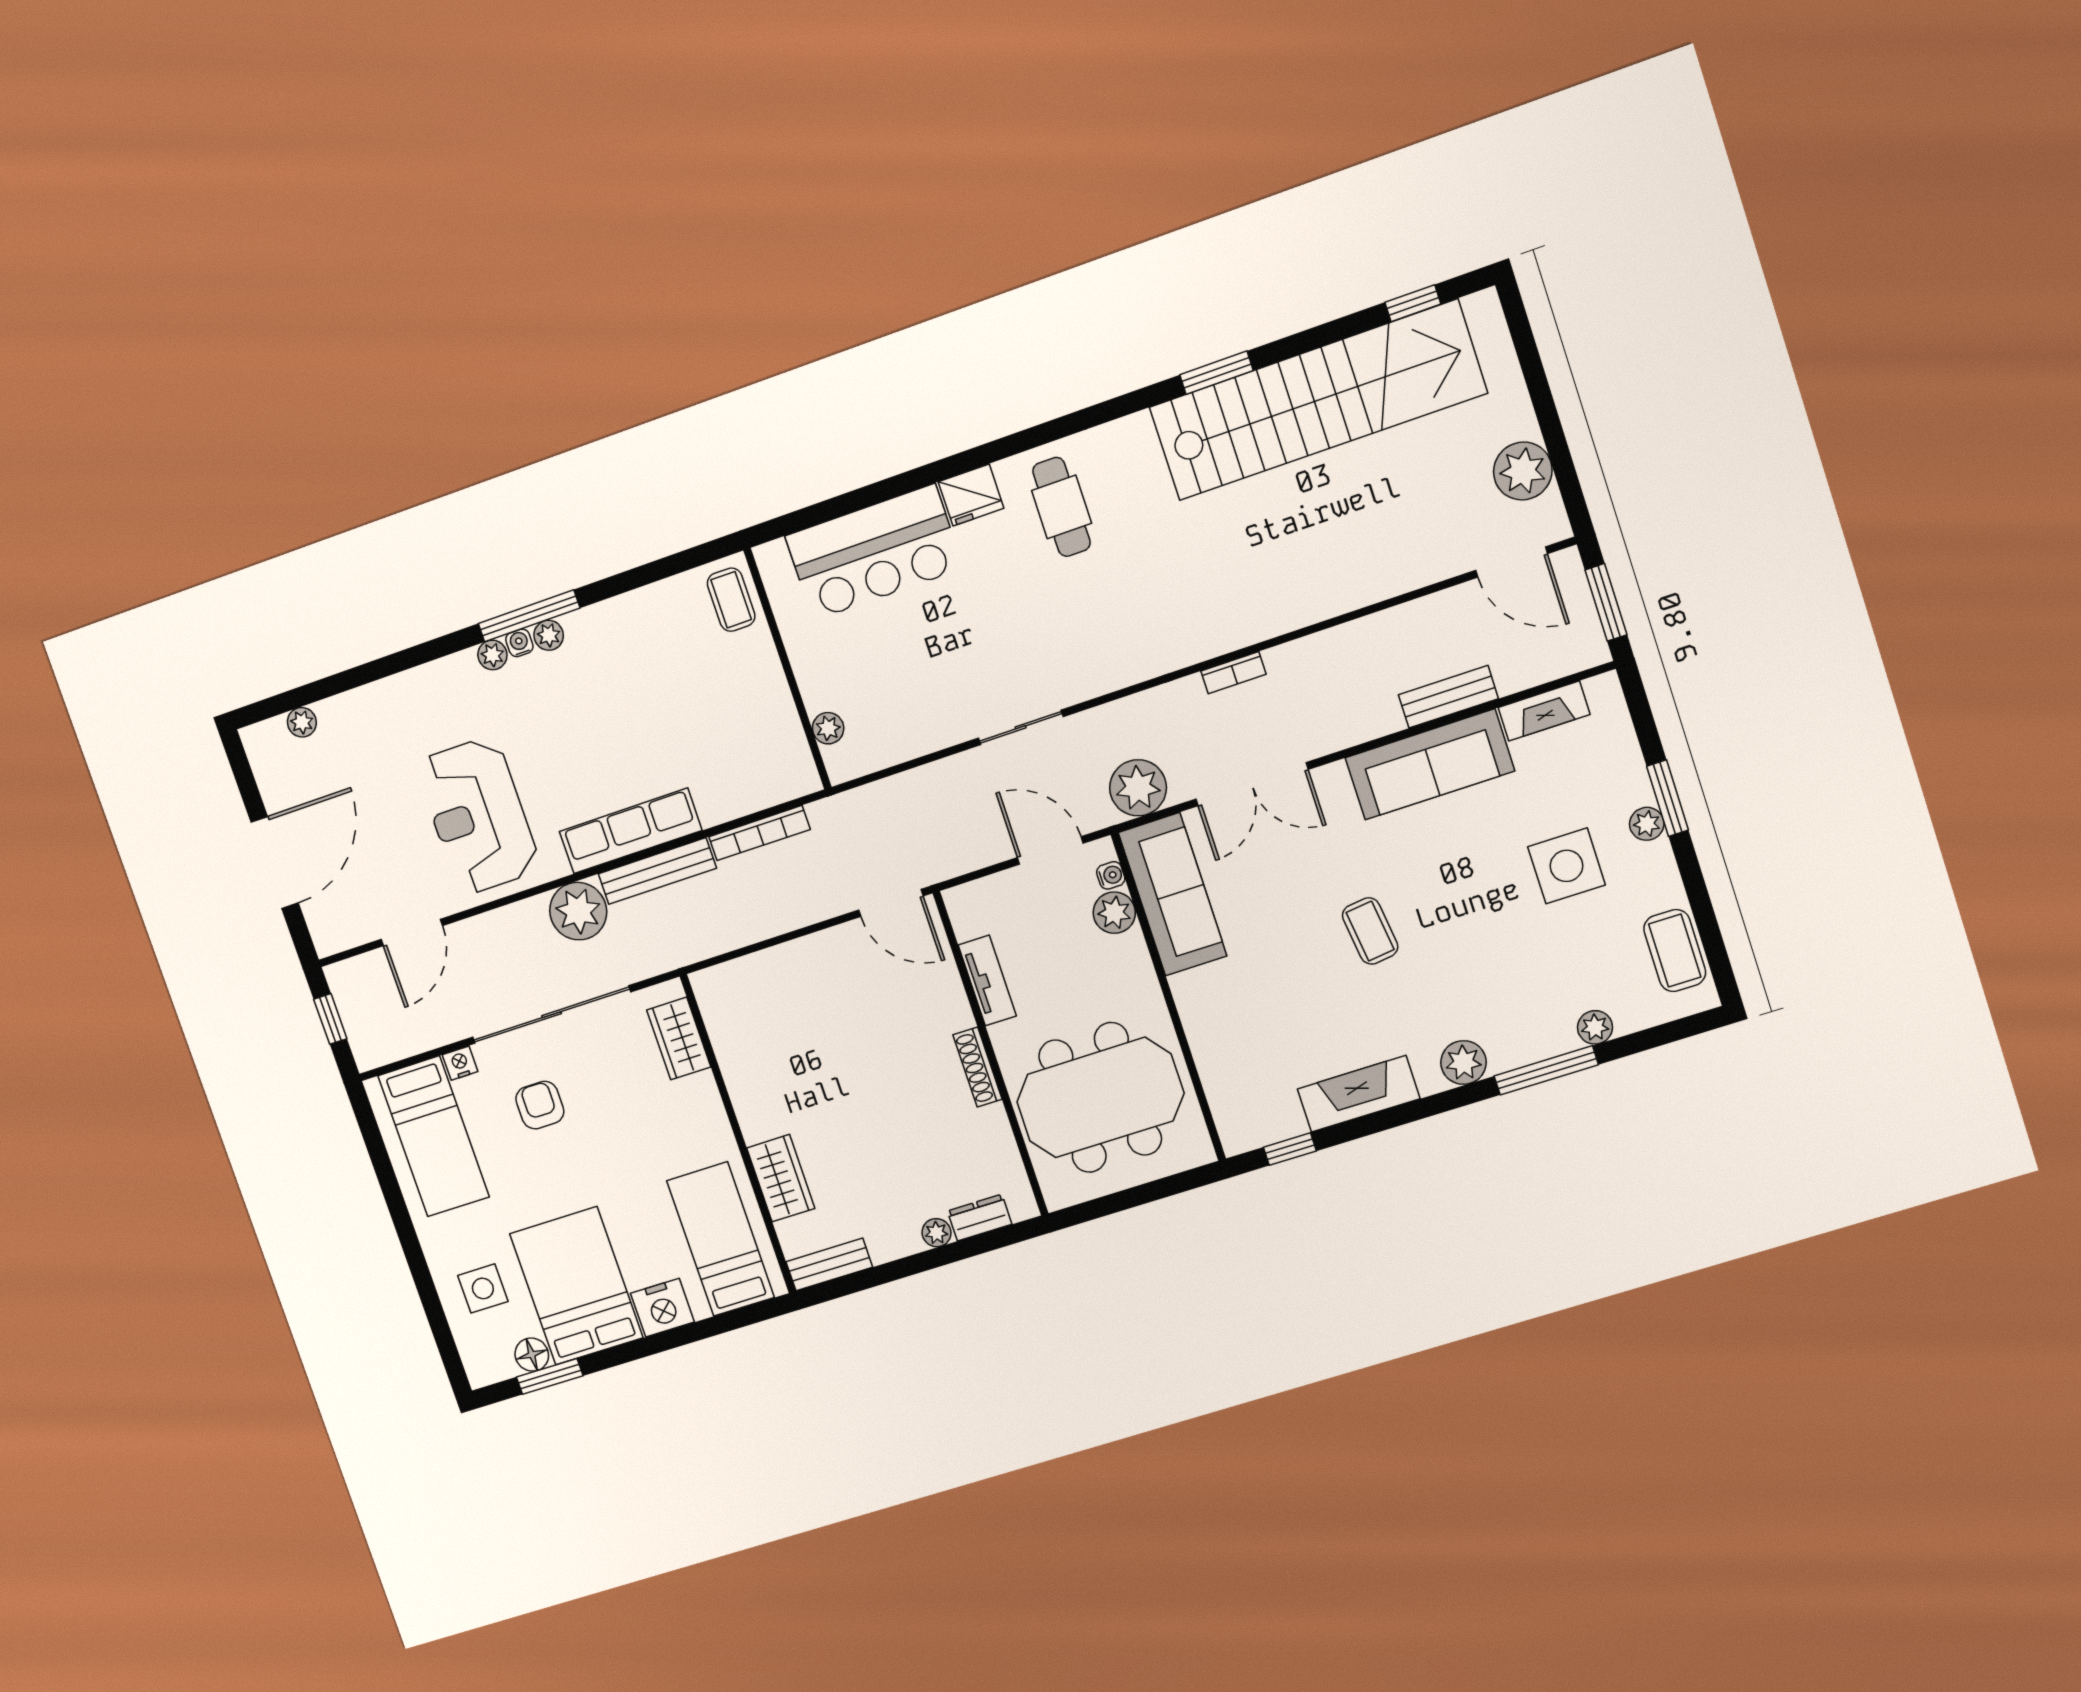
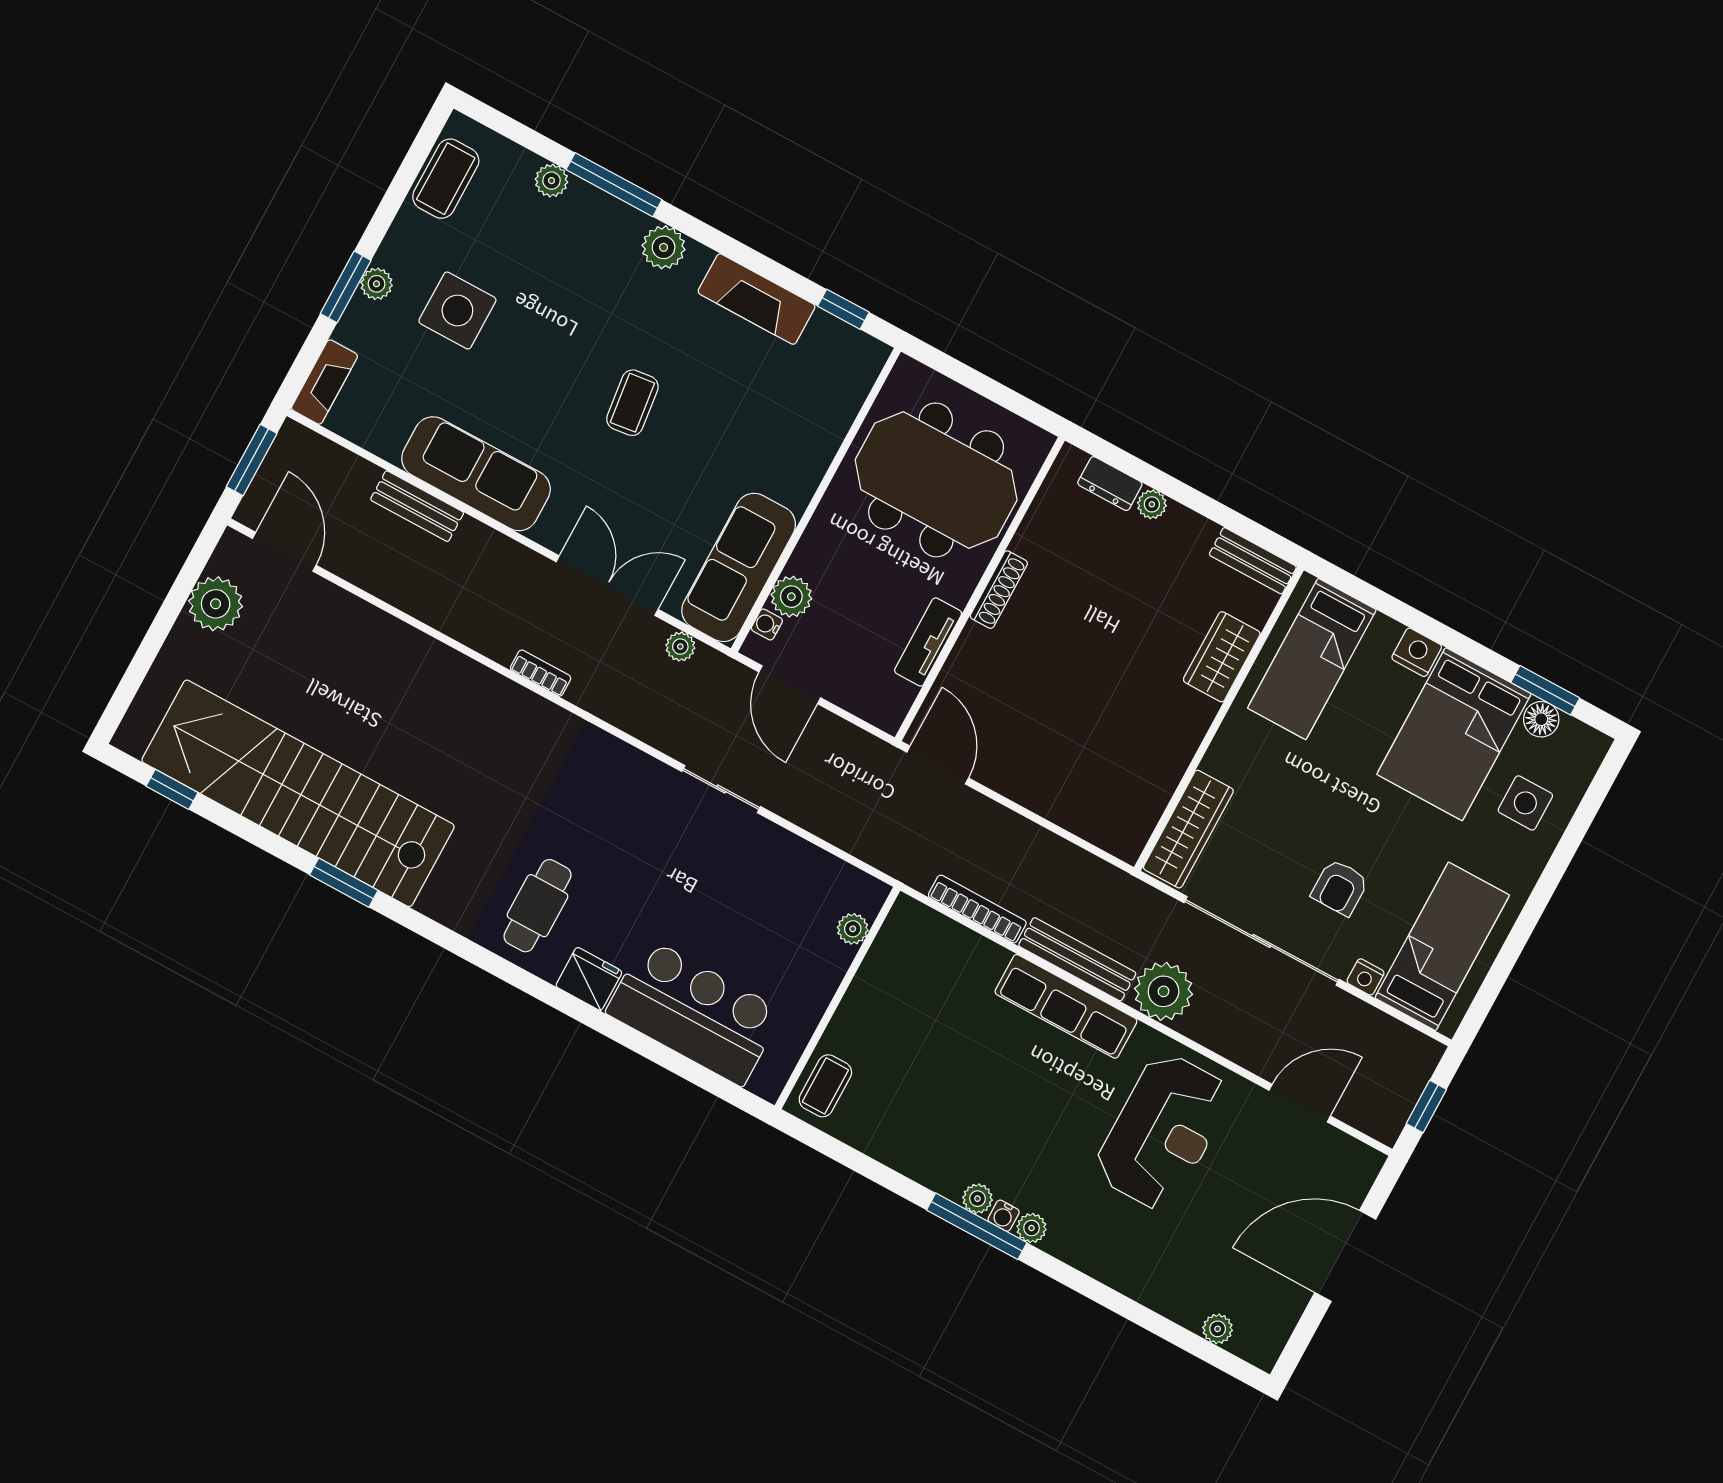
fireplace: (1544, 711) -> (324, 382), moved, turned 90
plant: (1138, 788) -> (680, 647), width x0.53, depth x0.53
wardrobe: (679, 1038) -> (1188, 829), width x1.50
nightstand: (662, 1308) -> (1417, 652), width x0.74, depth x0.75

